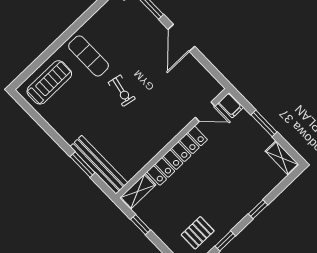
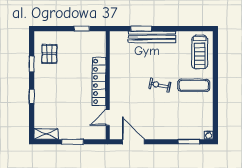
door: (181, 38) -> (133, 142), moved
filing cabinet: (231, 105) -> (98, 134), removed
bench: (99, 165) -> (152, 37), moved
shelving: (138, 191) -> (100, 44), removed

